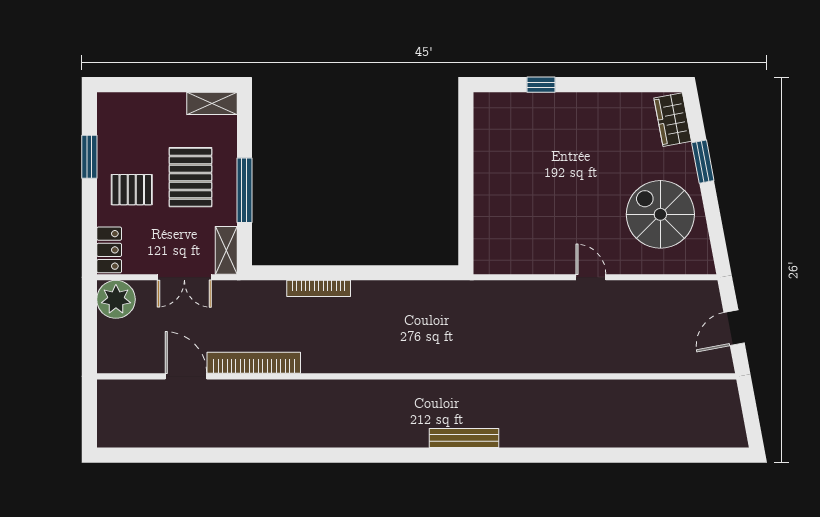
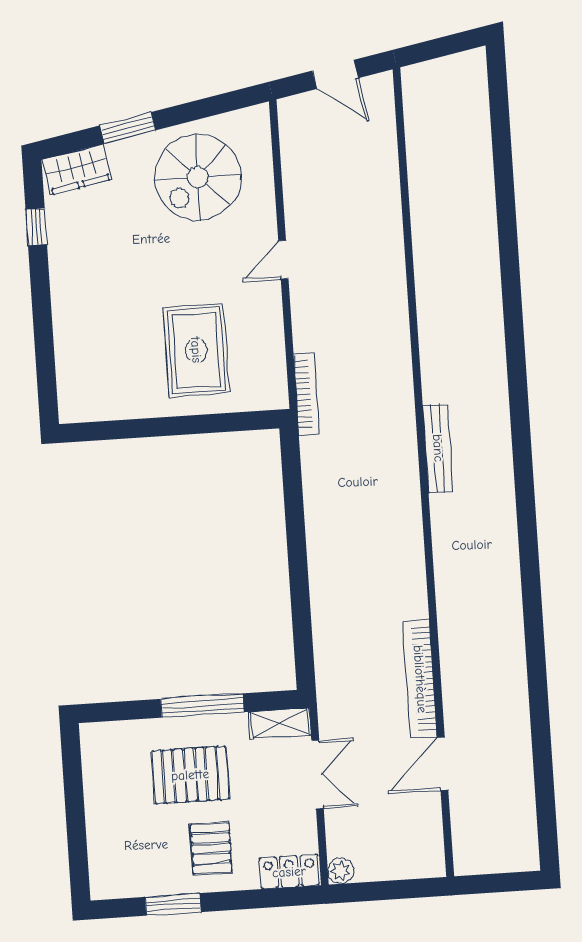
window: (541, 85) -> (36, 227), moved
shelving: (212, 103) -> (95, 754), removed
rug: (524, 204) -> (196, 350), added
bookcase: (319, 288) -> (306, 394), moved
plant: (116, 299) -> (341, 871), width x0.53, depth x0.53
bench: (464, 438) -> (438, 448), moved

